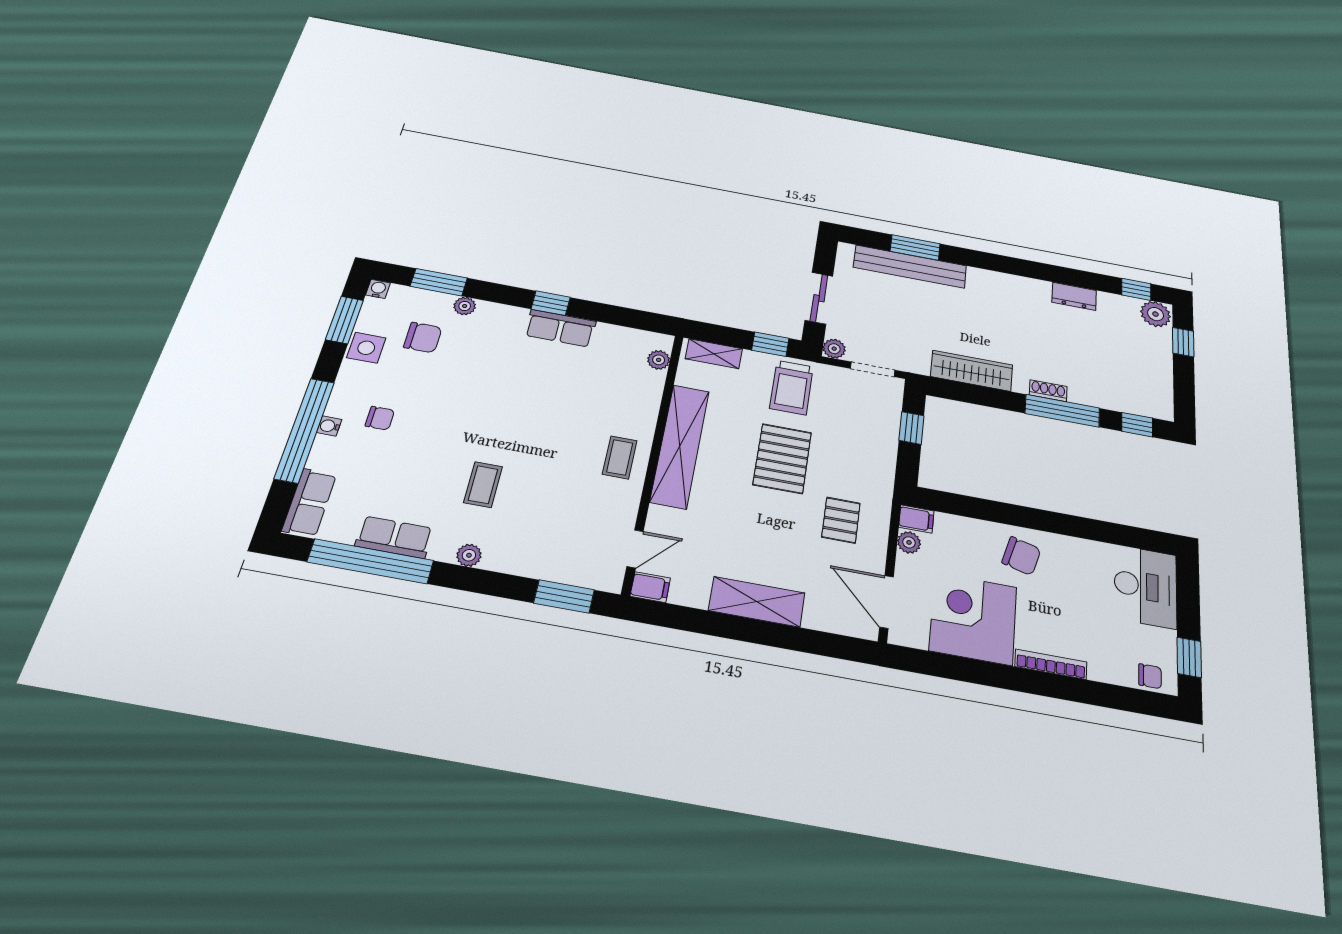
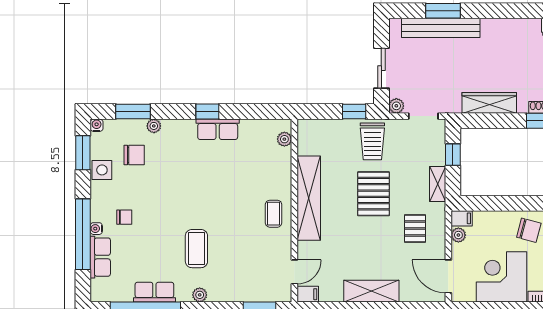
shelving: (714, 354) -> (438, 184), moved, turned 90
coffee table: (483, 485) -> (196, 249), width x1.36, depth x1.30
row of seats: (309, 503) -> (100, 257), moved

